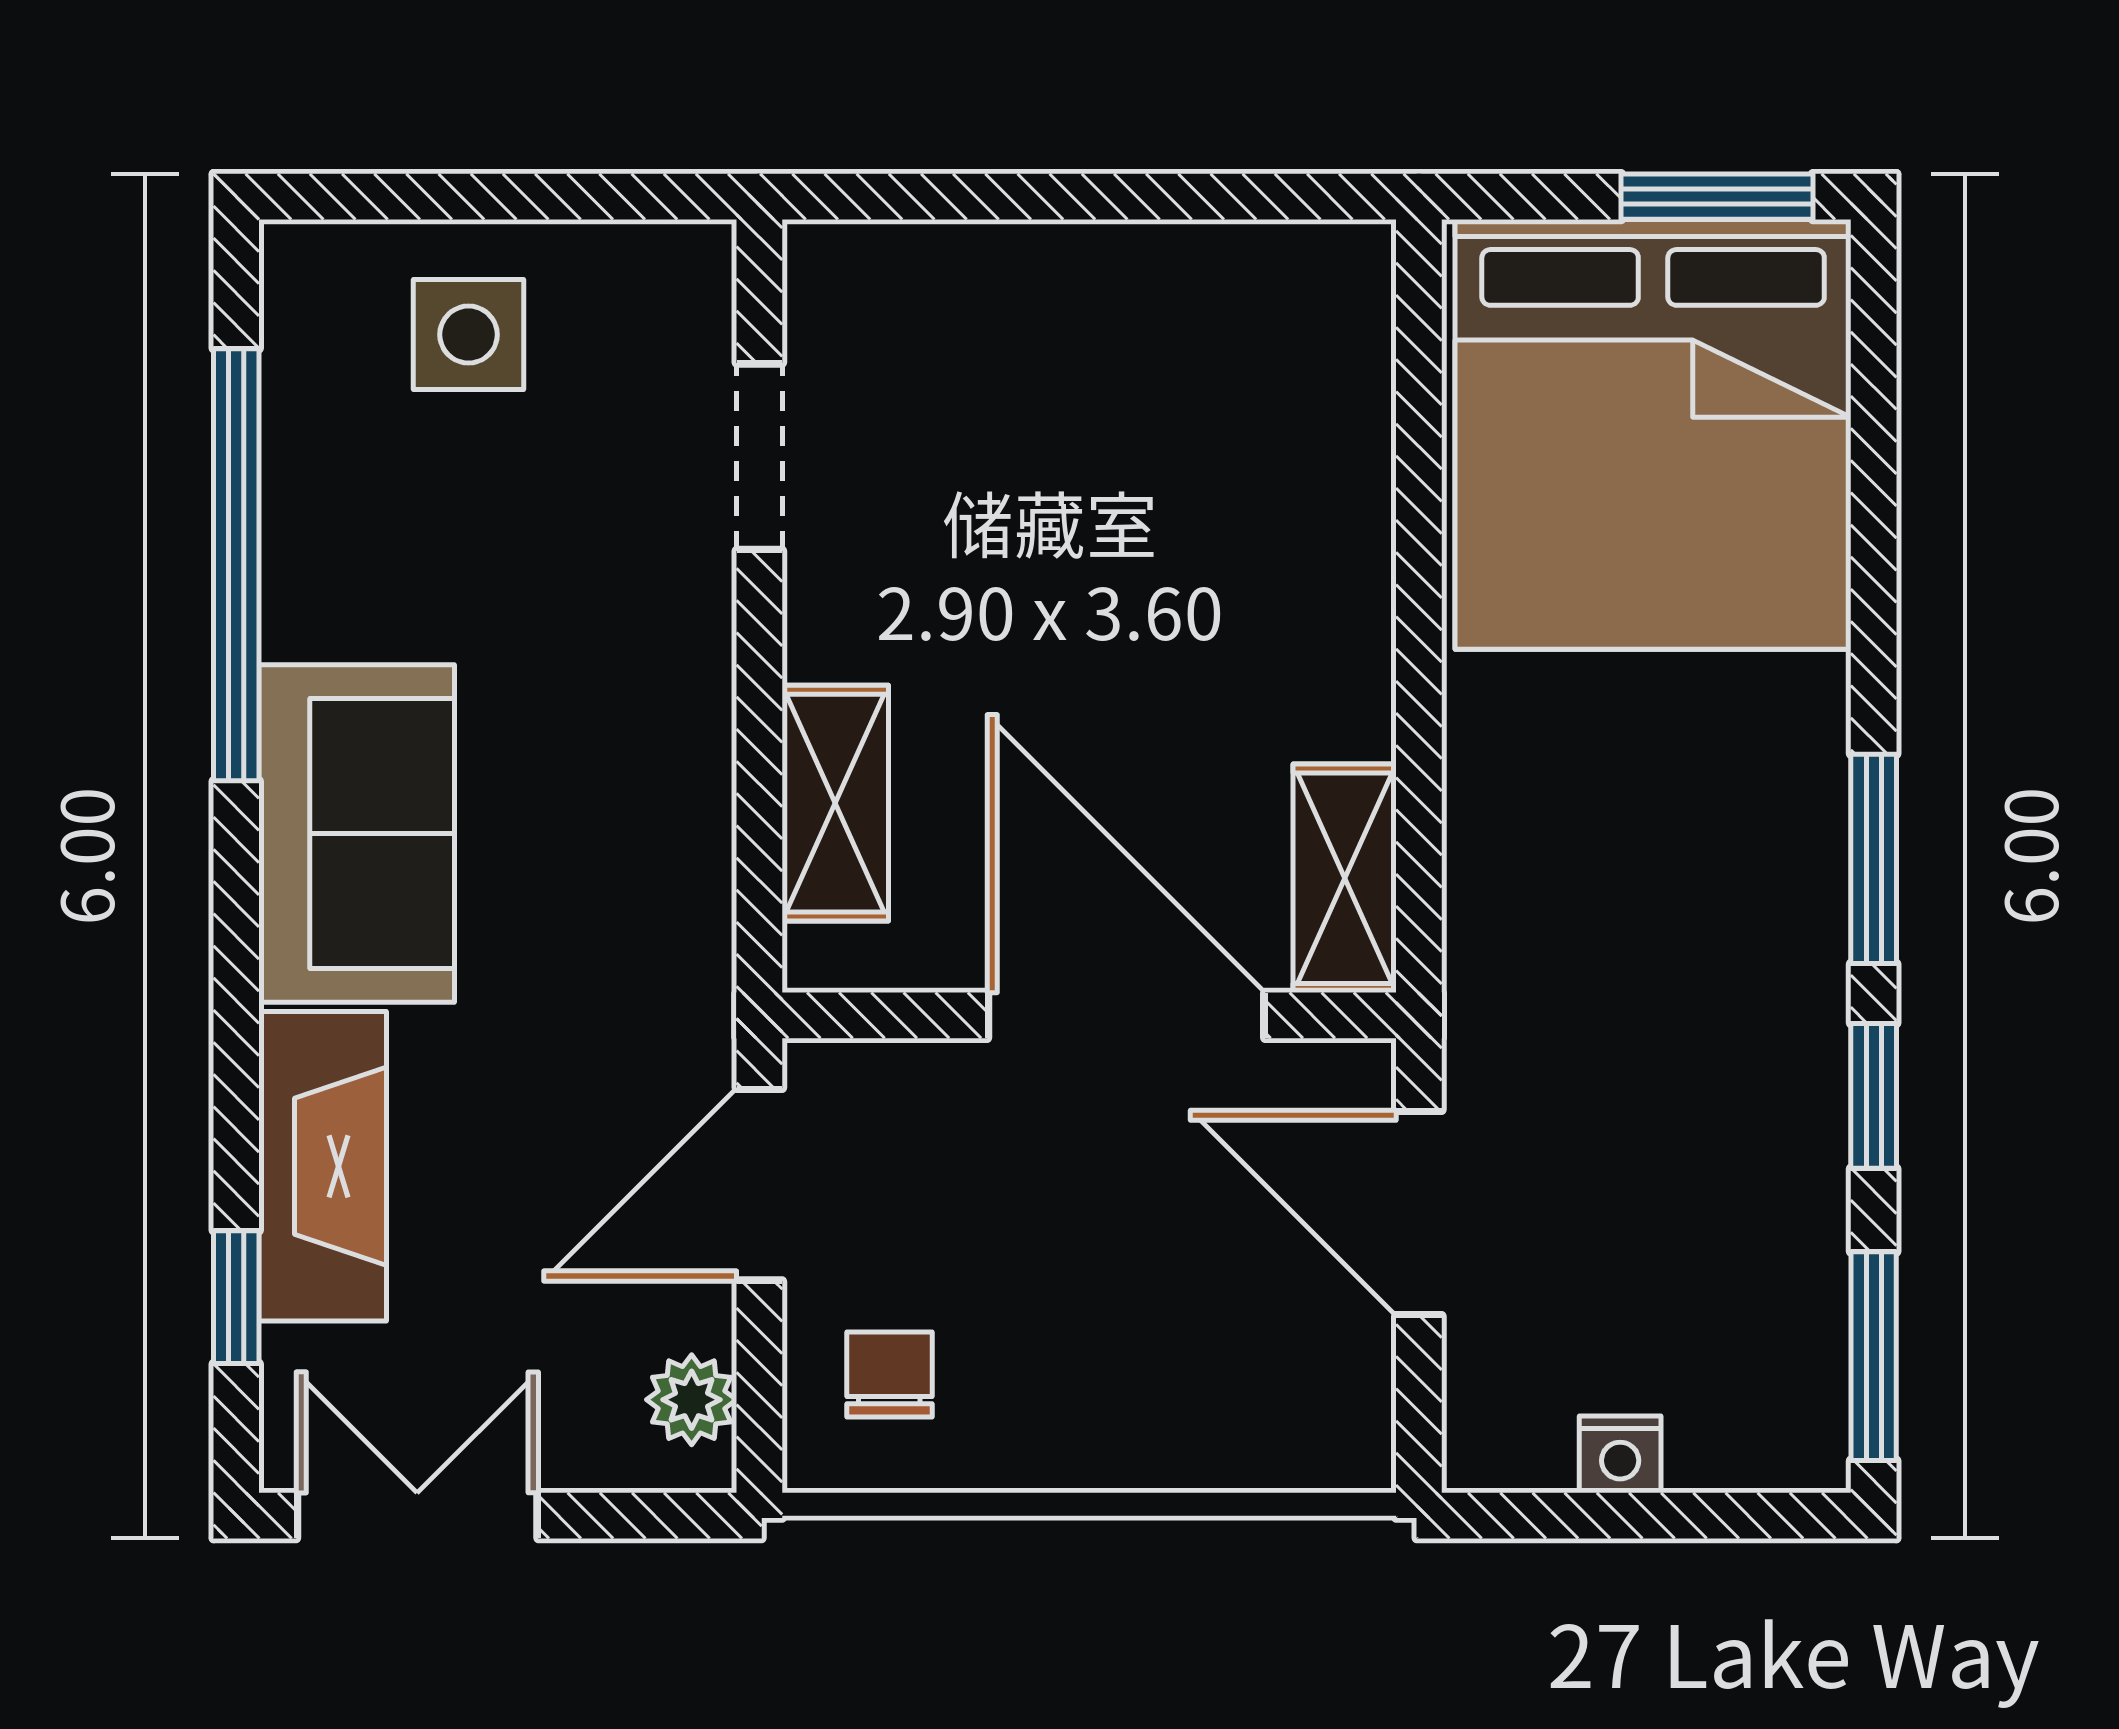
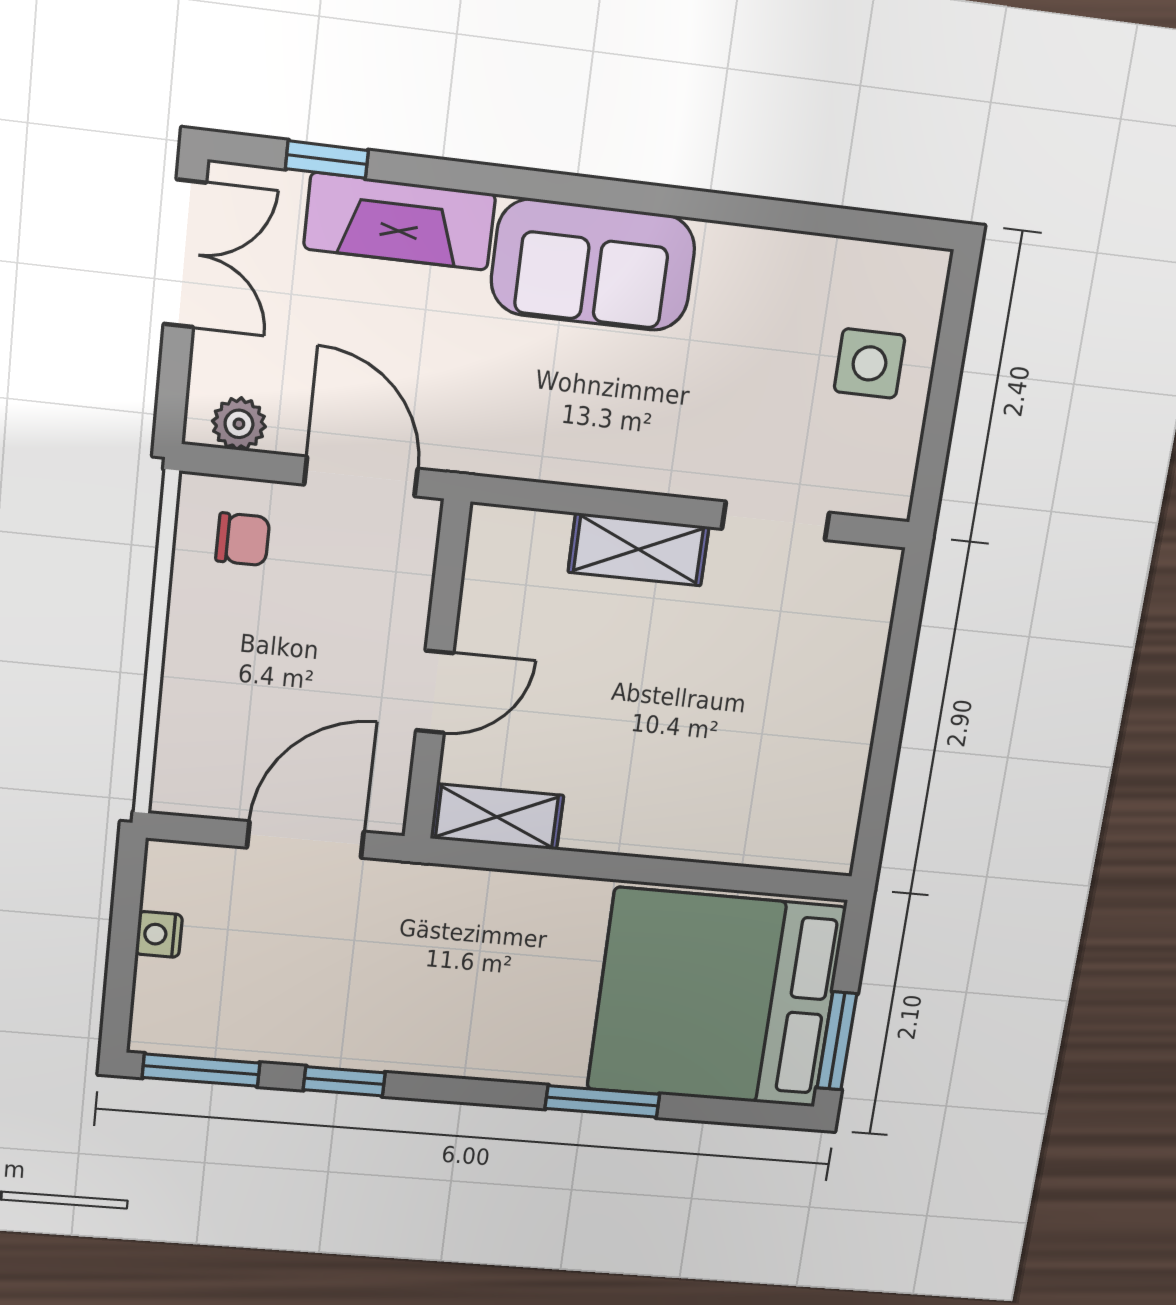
window: (236, 565) -> (759, 212), removed
shelving: (835, 803) -> (639, 549), moved
window: (1874, 859) -> (602, 1101), moved
door: (1126, 1015) -> (435, 692), width x0.53

